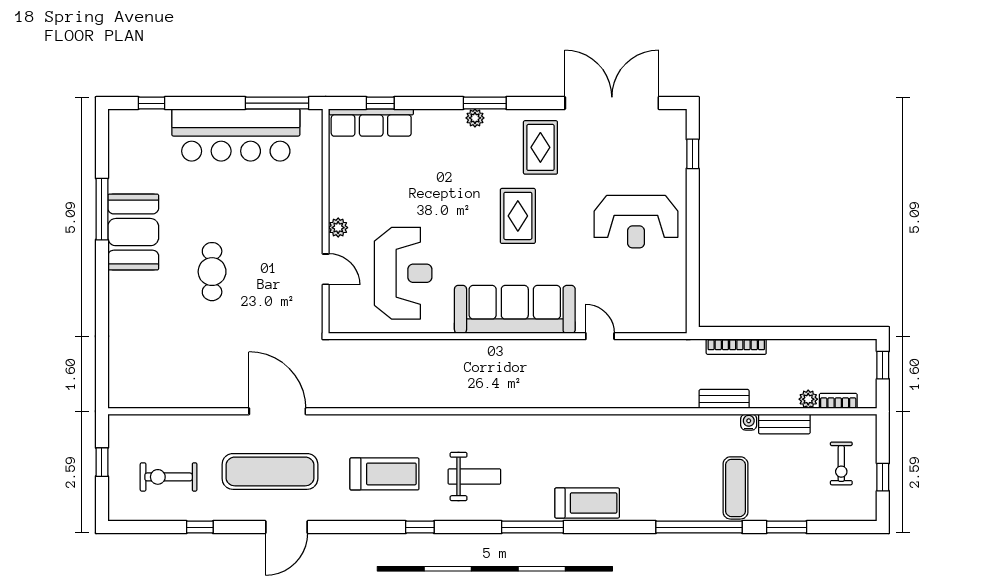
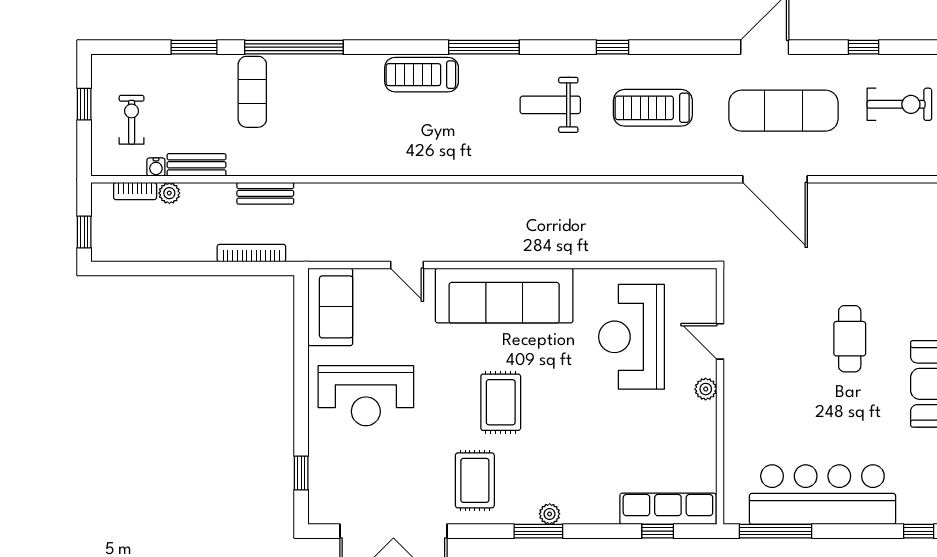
reception desk: (636, 222) -> (366, 396), turned 180
sofa: (667, 299) -> (330, 307), added
water cooler: (749, 422) -> (156, 167), moved

